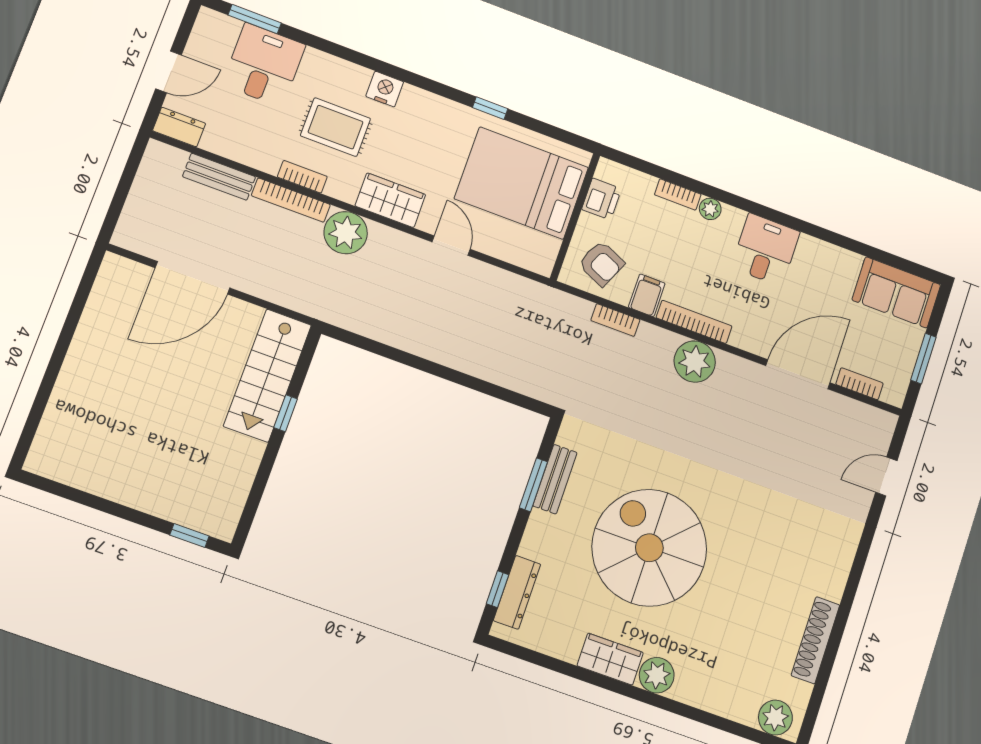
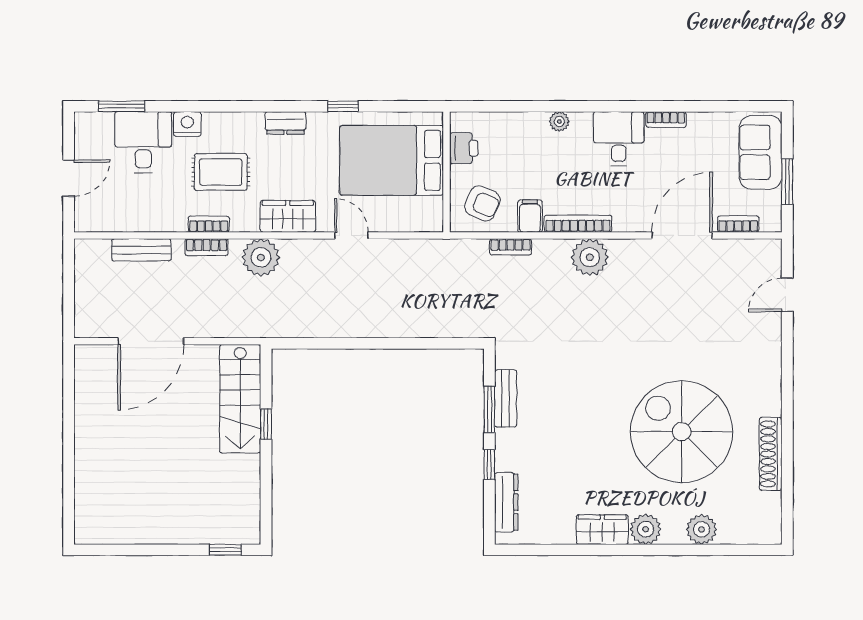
nightstand: (385, 89) -> (187, 124), moved
dresser: (179, 127) -> (285, 123), moved, turned 180
bookcase: (678, 194) -> (666, 120), moved
bookcase: (291, 200) -> (206, 247), width x0.64
sofa: (896, 292) -> (761, 152), moved, turned 90
spiral stairs: (649, 548) -> (682, 432), moved
window: (497, 589) -> (489, 464), moved
plant: (775, 718) -> (702, 529), moved

